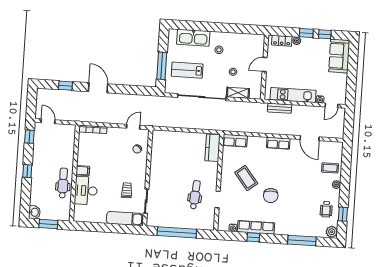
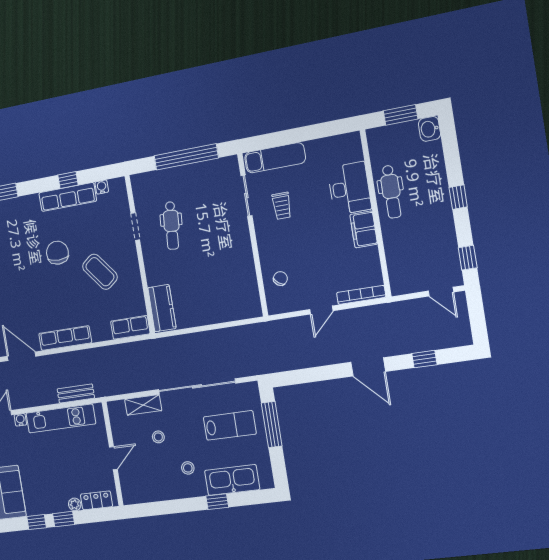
window: (205, 26) -> (217, 502), added
door: (133, 127) -> (321, 310), moved
row of seats: (278, 143) -> (65, 338), width x1.48
filing cabinet: (83, 171) -> (364, 229), width x2.00

